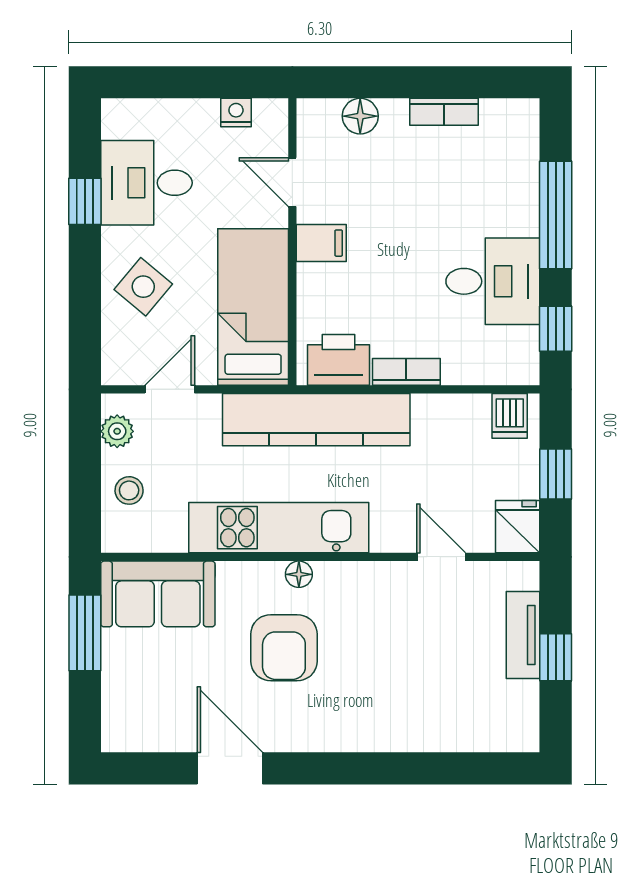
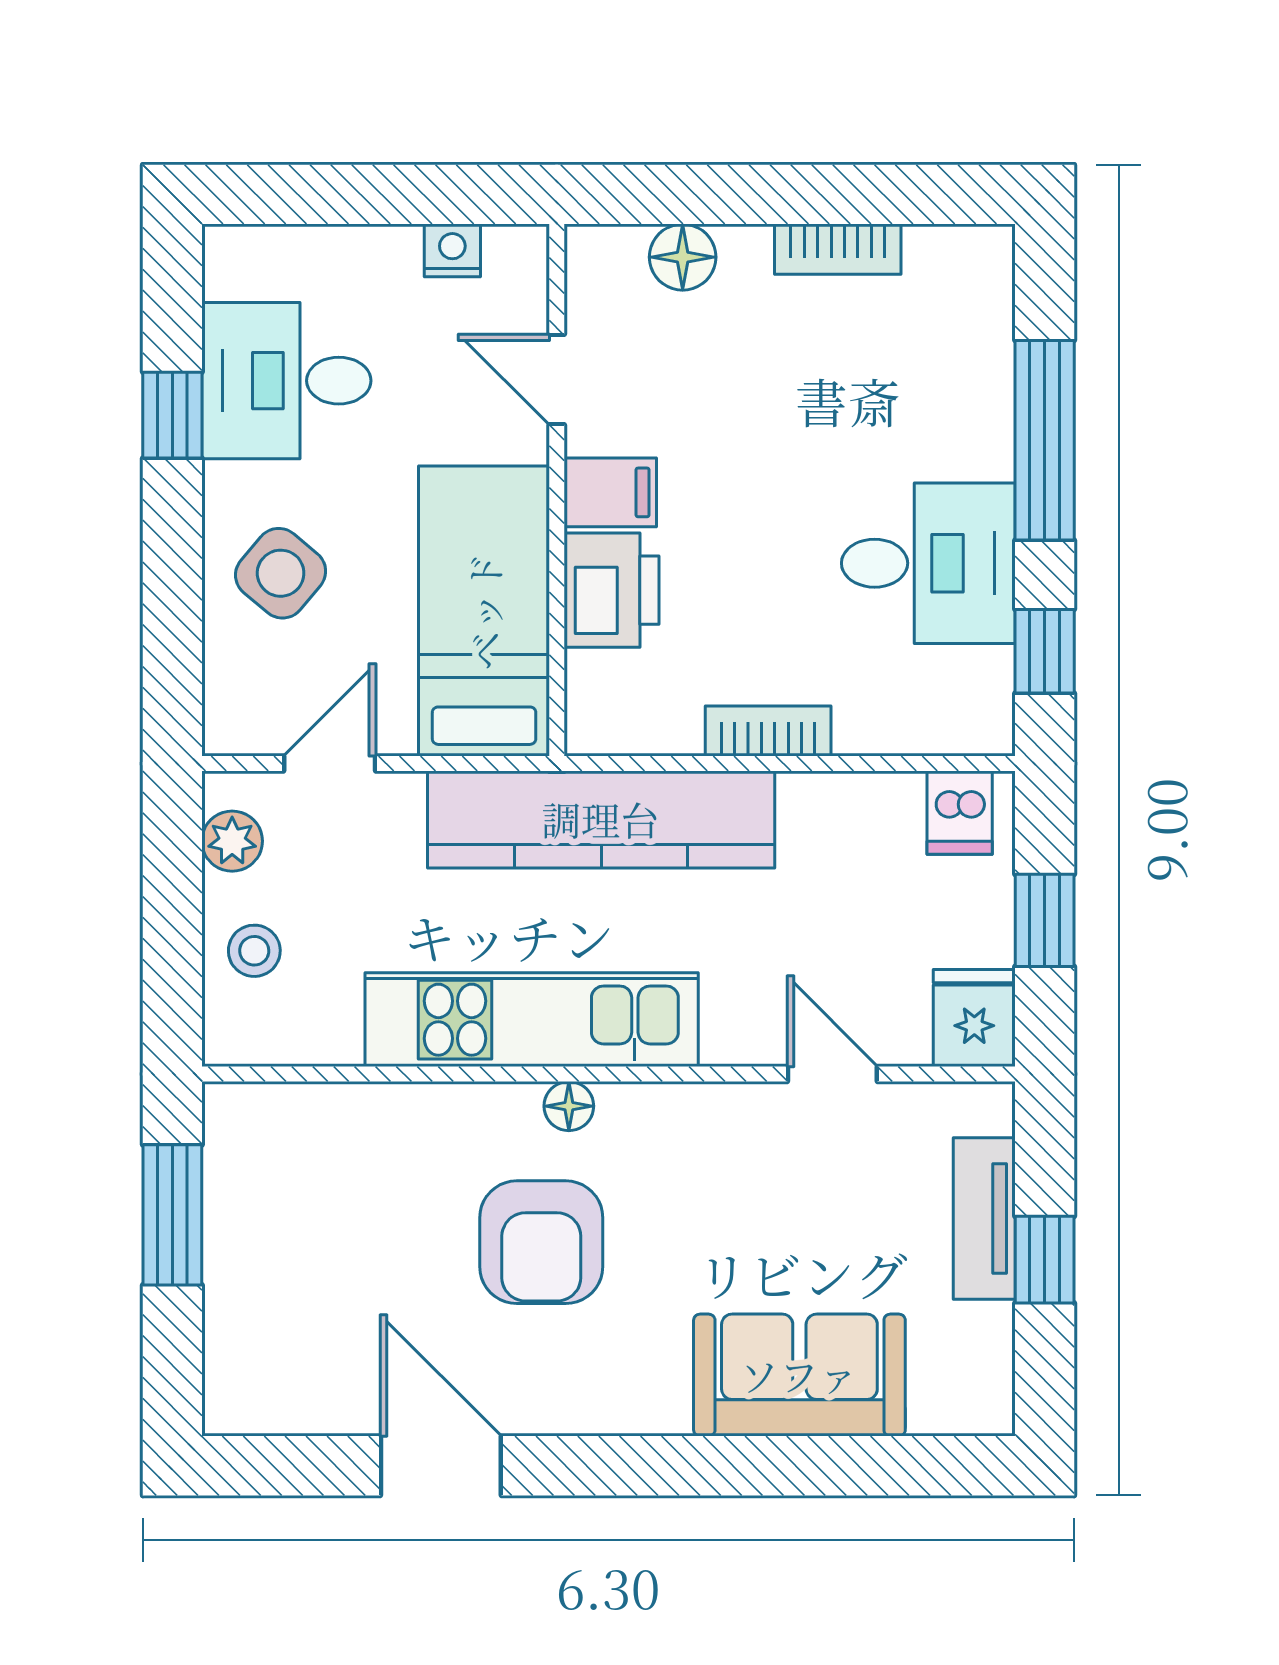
printer: (338, 360) -> (611, 590), moved, turned 90
sofa: (158, 594) -> (799, 1375), moved, turned 180

